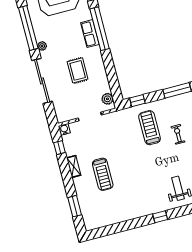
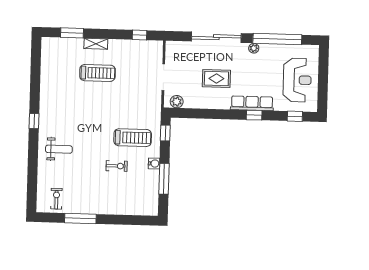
window: (100, 29) -> (254, 115), width x0.32
row of seats: (90, 34) -> (252, 103), width x1.48
water cooler: (64, 129) -> (154, 163), moved
shelving: (74, 166) -> (96, 44), moved
treadmill: (103, 174) -> (98, 73), turned 180

